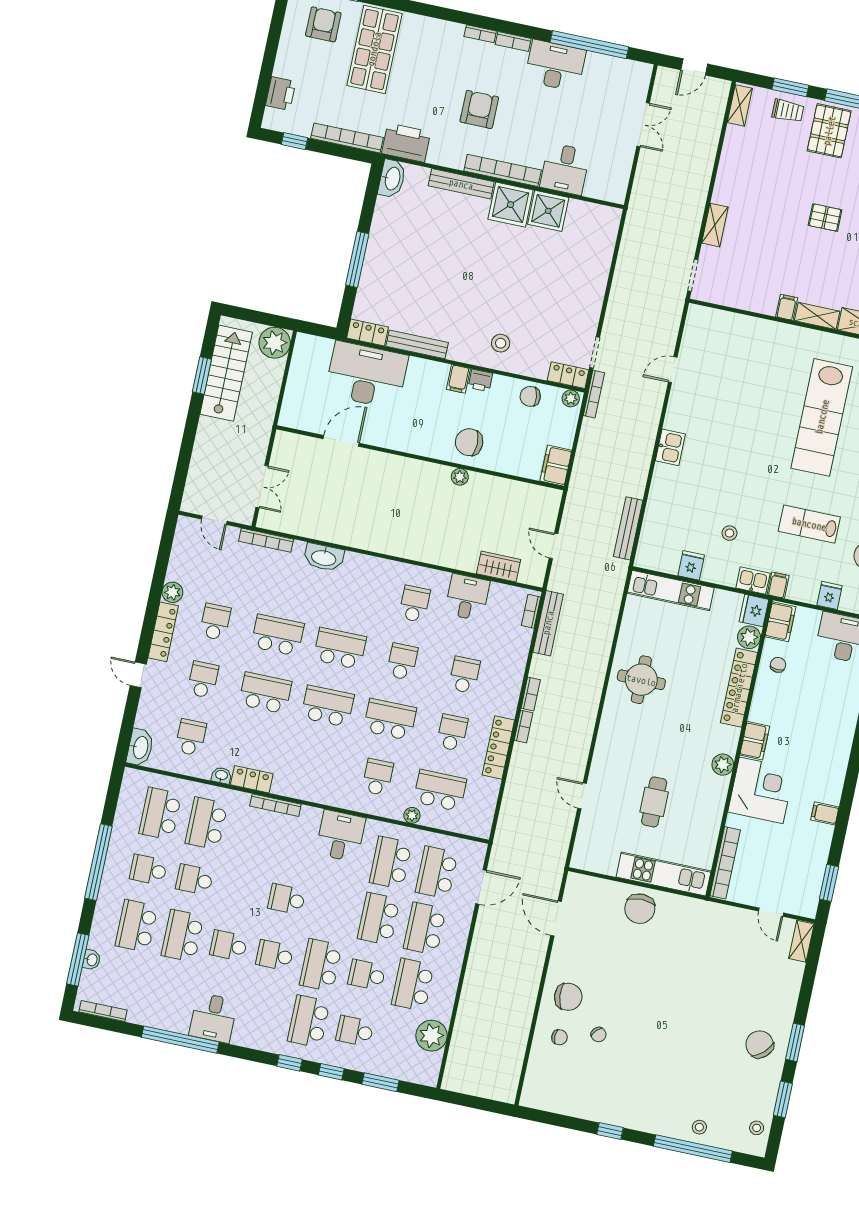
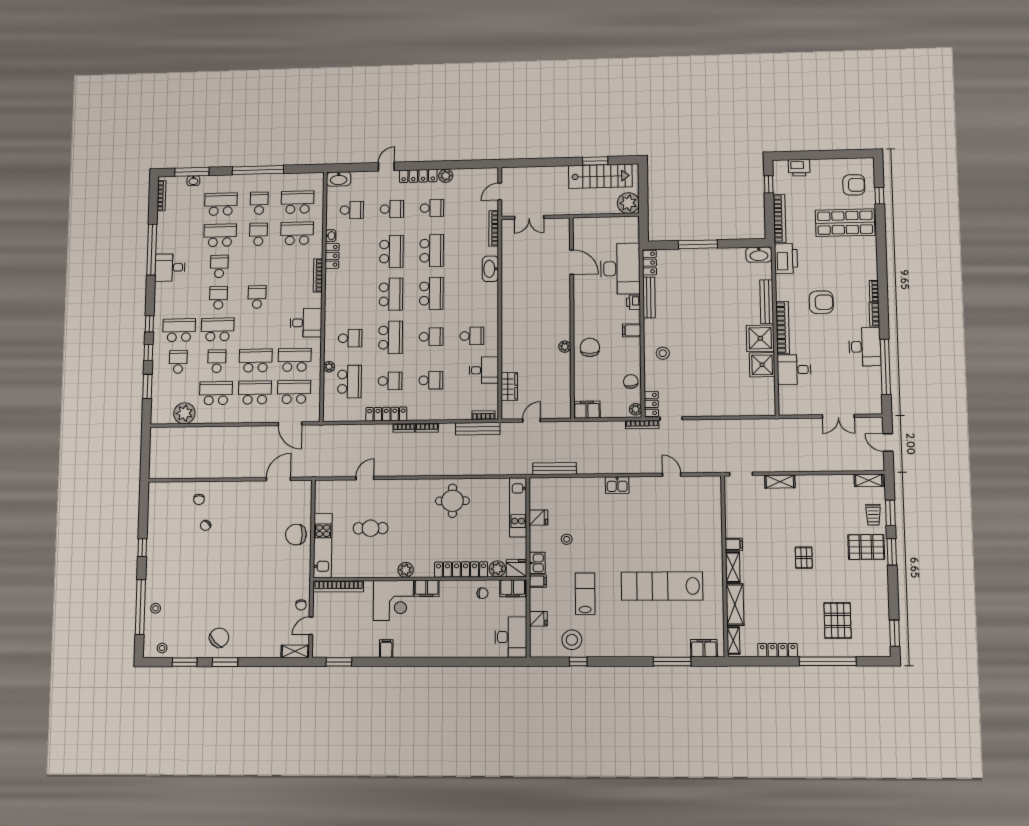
printer: (480, 380) -> (634, 302), moved
chair: (568, 997) -> (301, 605), moved, width x0.54, depth x0.54

